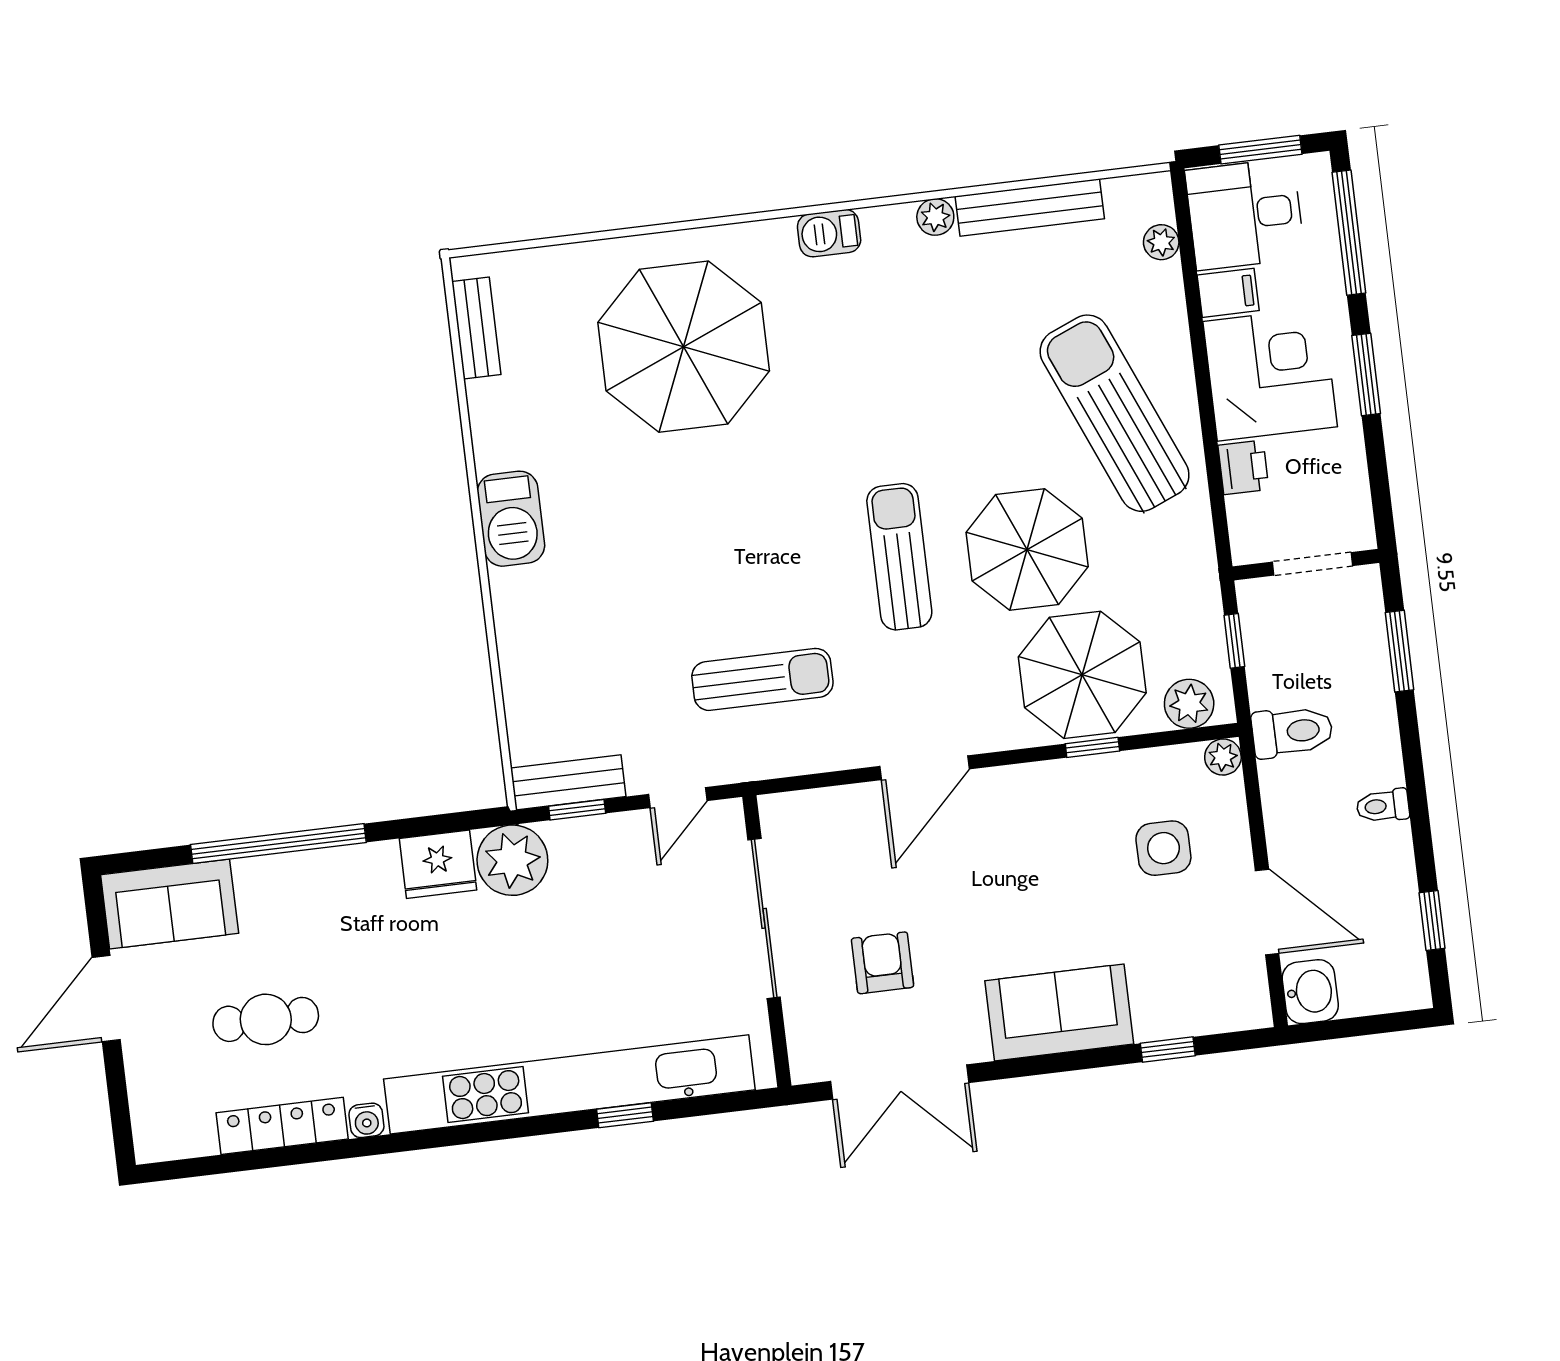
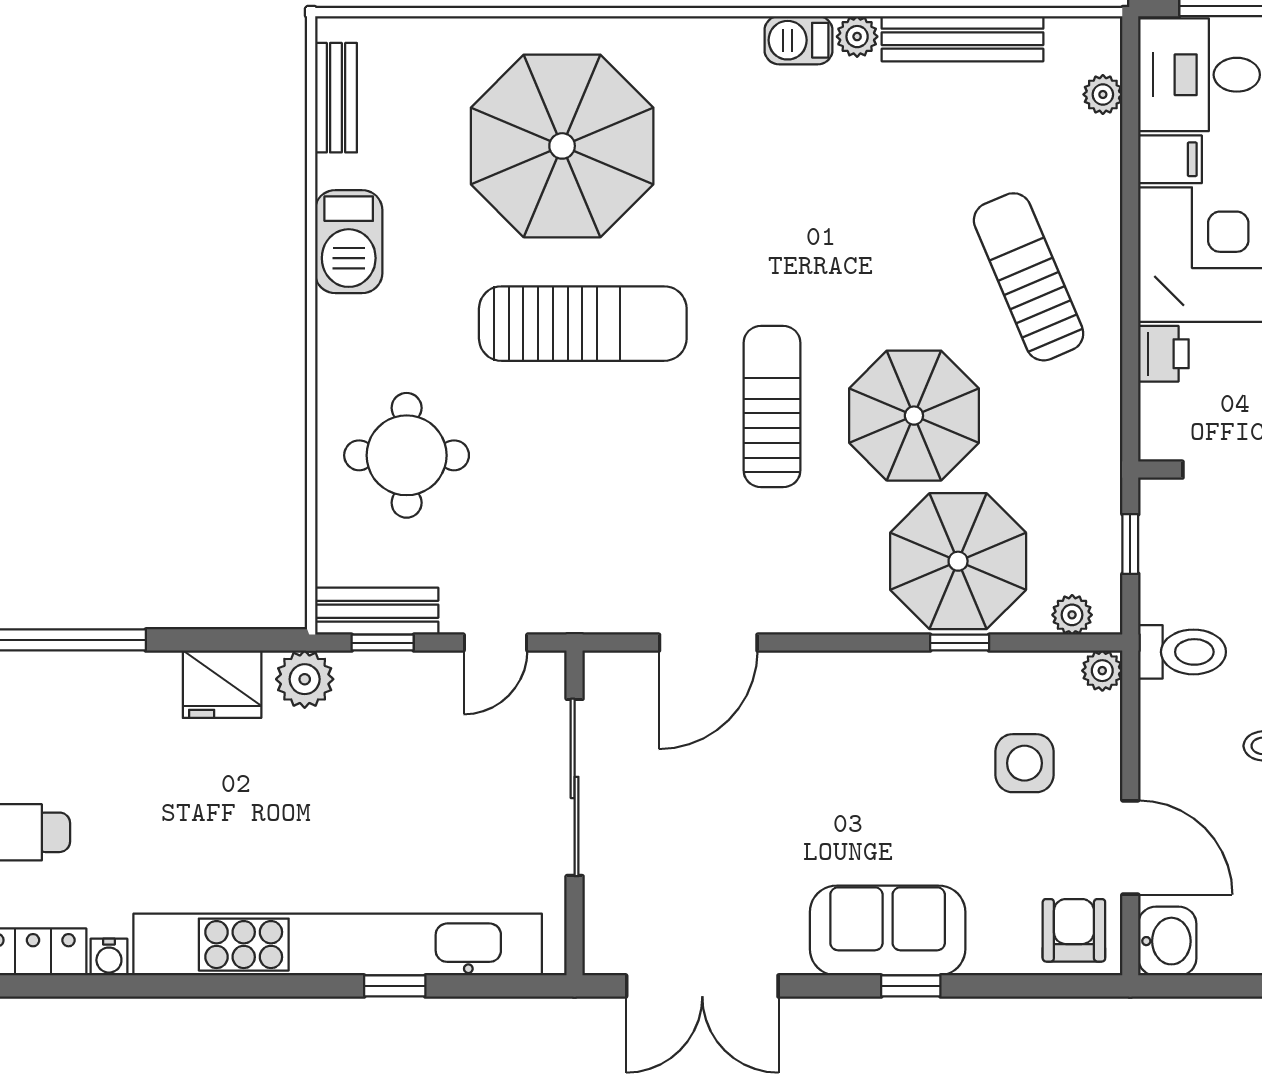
barbecue: (829, 233) -> (798, 40), moved
sun lounger: (1115, 413) -> (1029, 277), width x0.73, depth x0.75
barbecue: (511, 519) -> (349, 242), moved
round table: (578, 640) -> (407, 455), added
sun lounger: (762, 679) -> (583, 324), moved, width x1.36, depth x1.34
plant: (1189, 704) -> (1072, 615), width x0.73, depth x0.73
door: (925, 768) -> (708, 643), moved
plant: (512, 860) -> (305, 679), width x0.73, depth x0.73
armchair: (883, 963) -> (1074, 930), moved
window: (1168, 1050) -> (911, 986), moved

